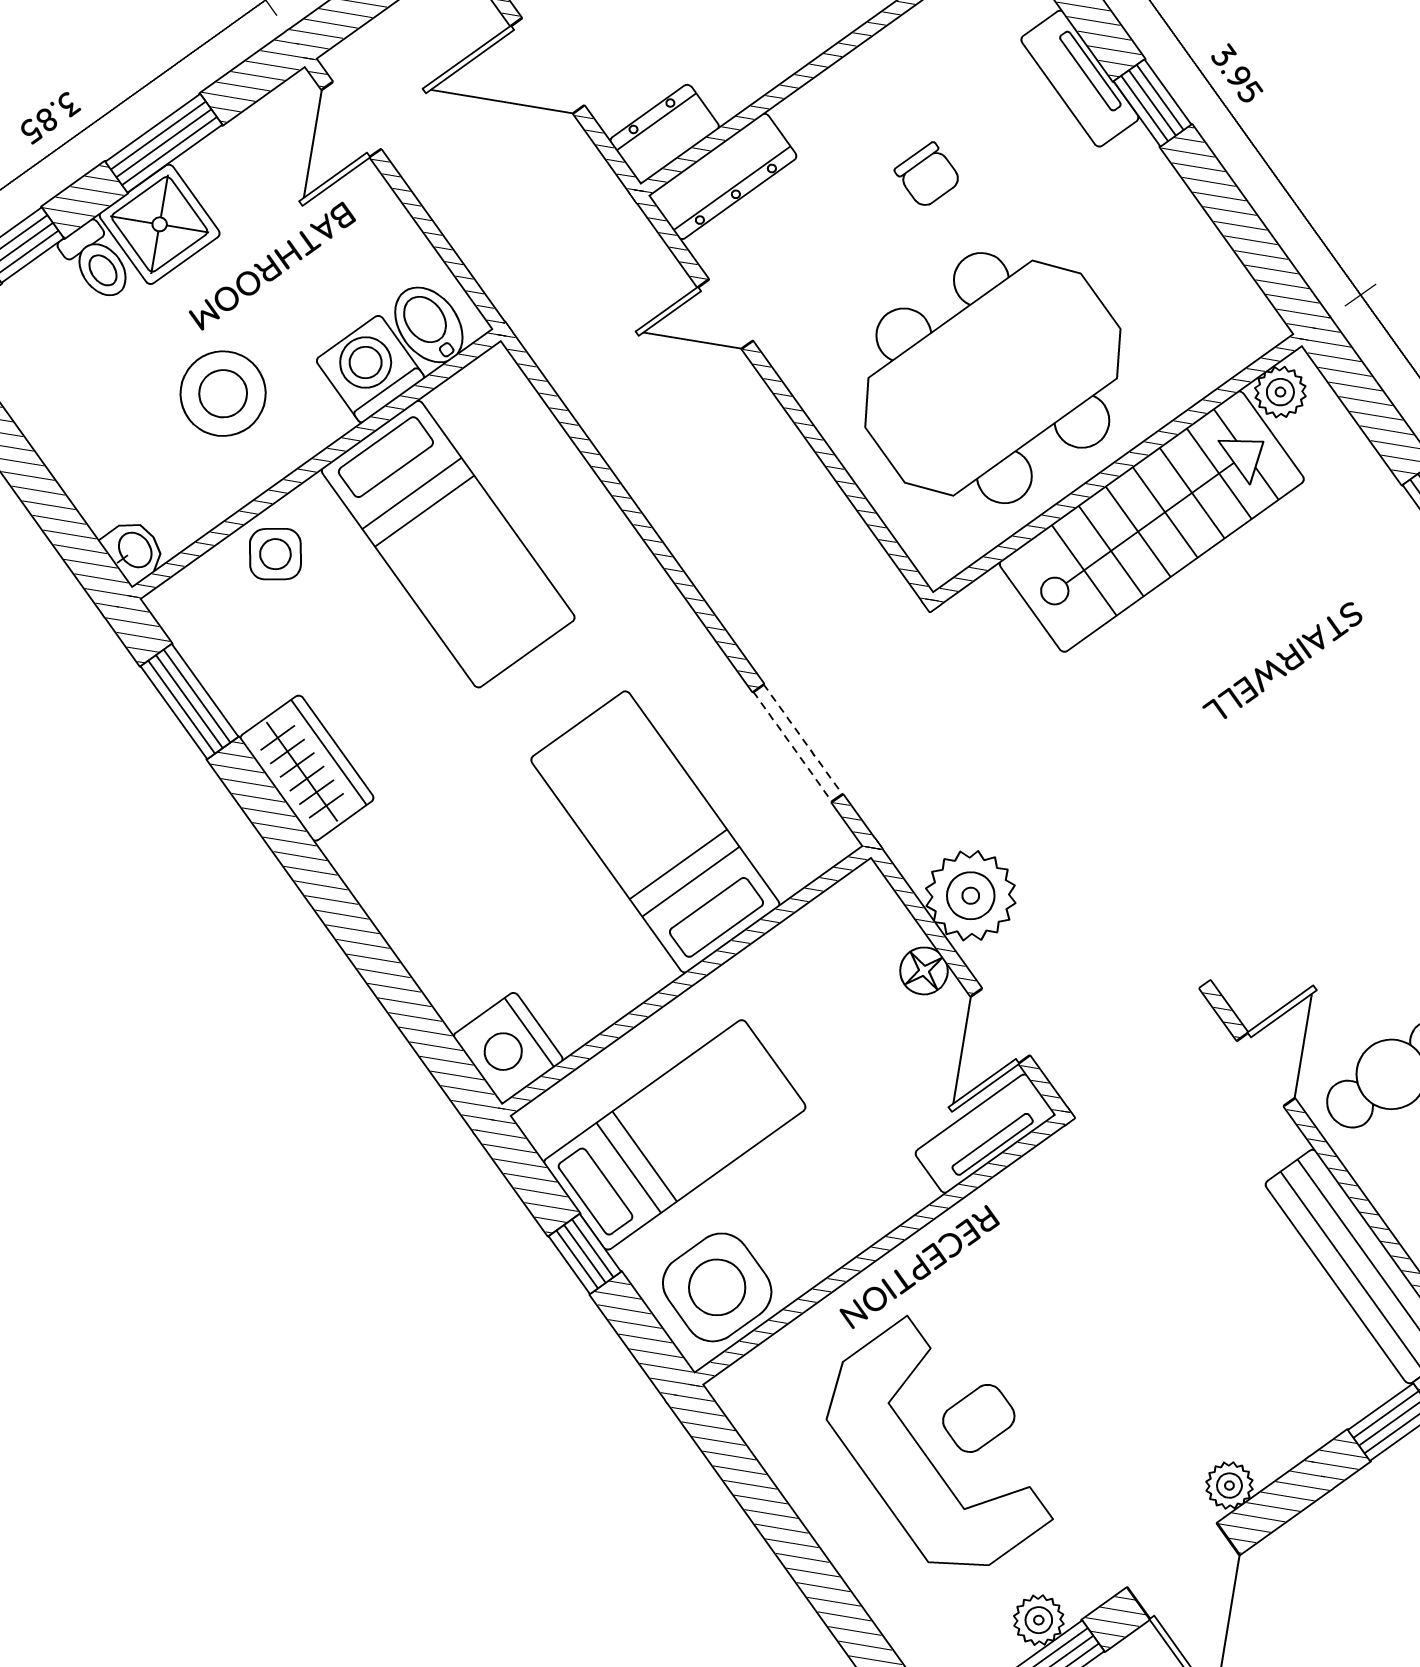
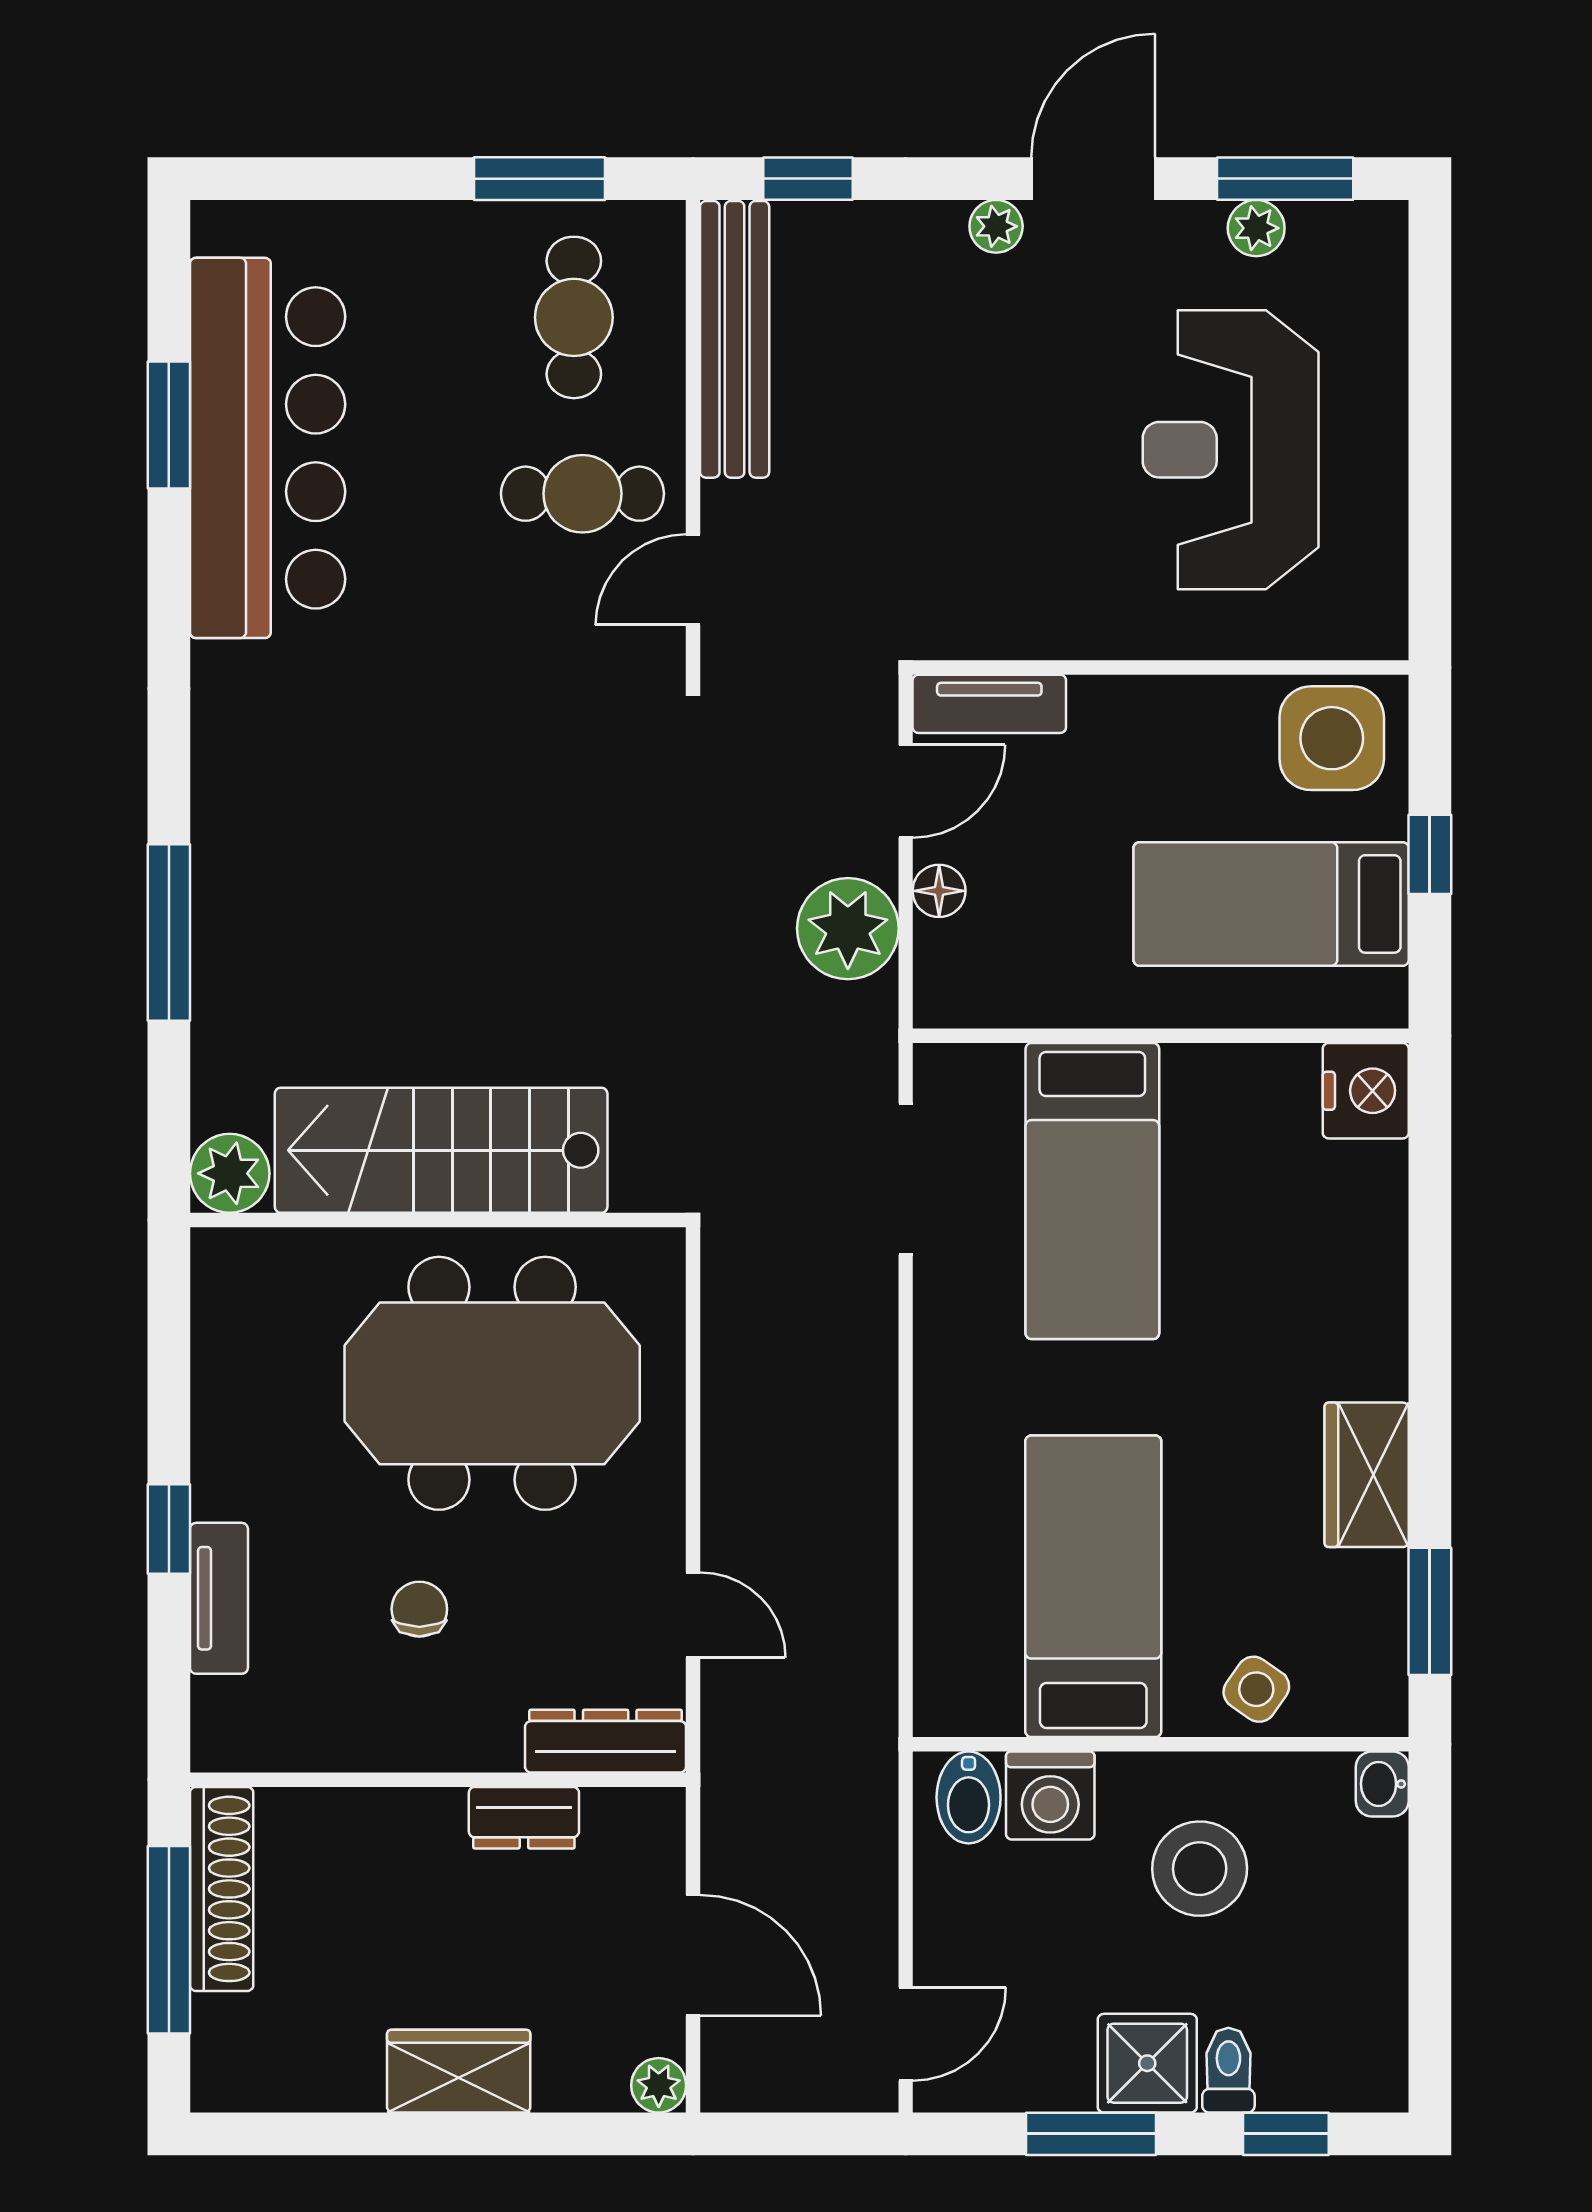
dresser: (665, 134) -> (524, 1818), moved
plant: (1280, 392) -> (230, 1173), width x1.38, depth x1.38

